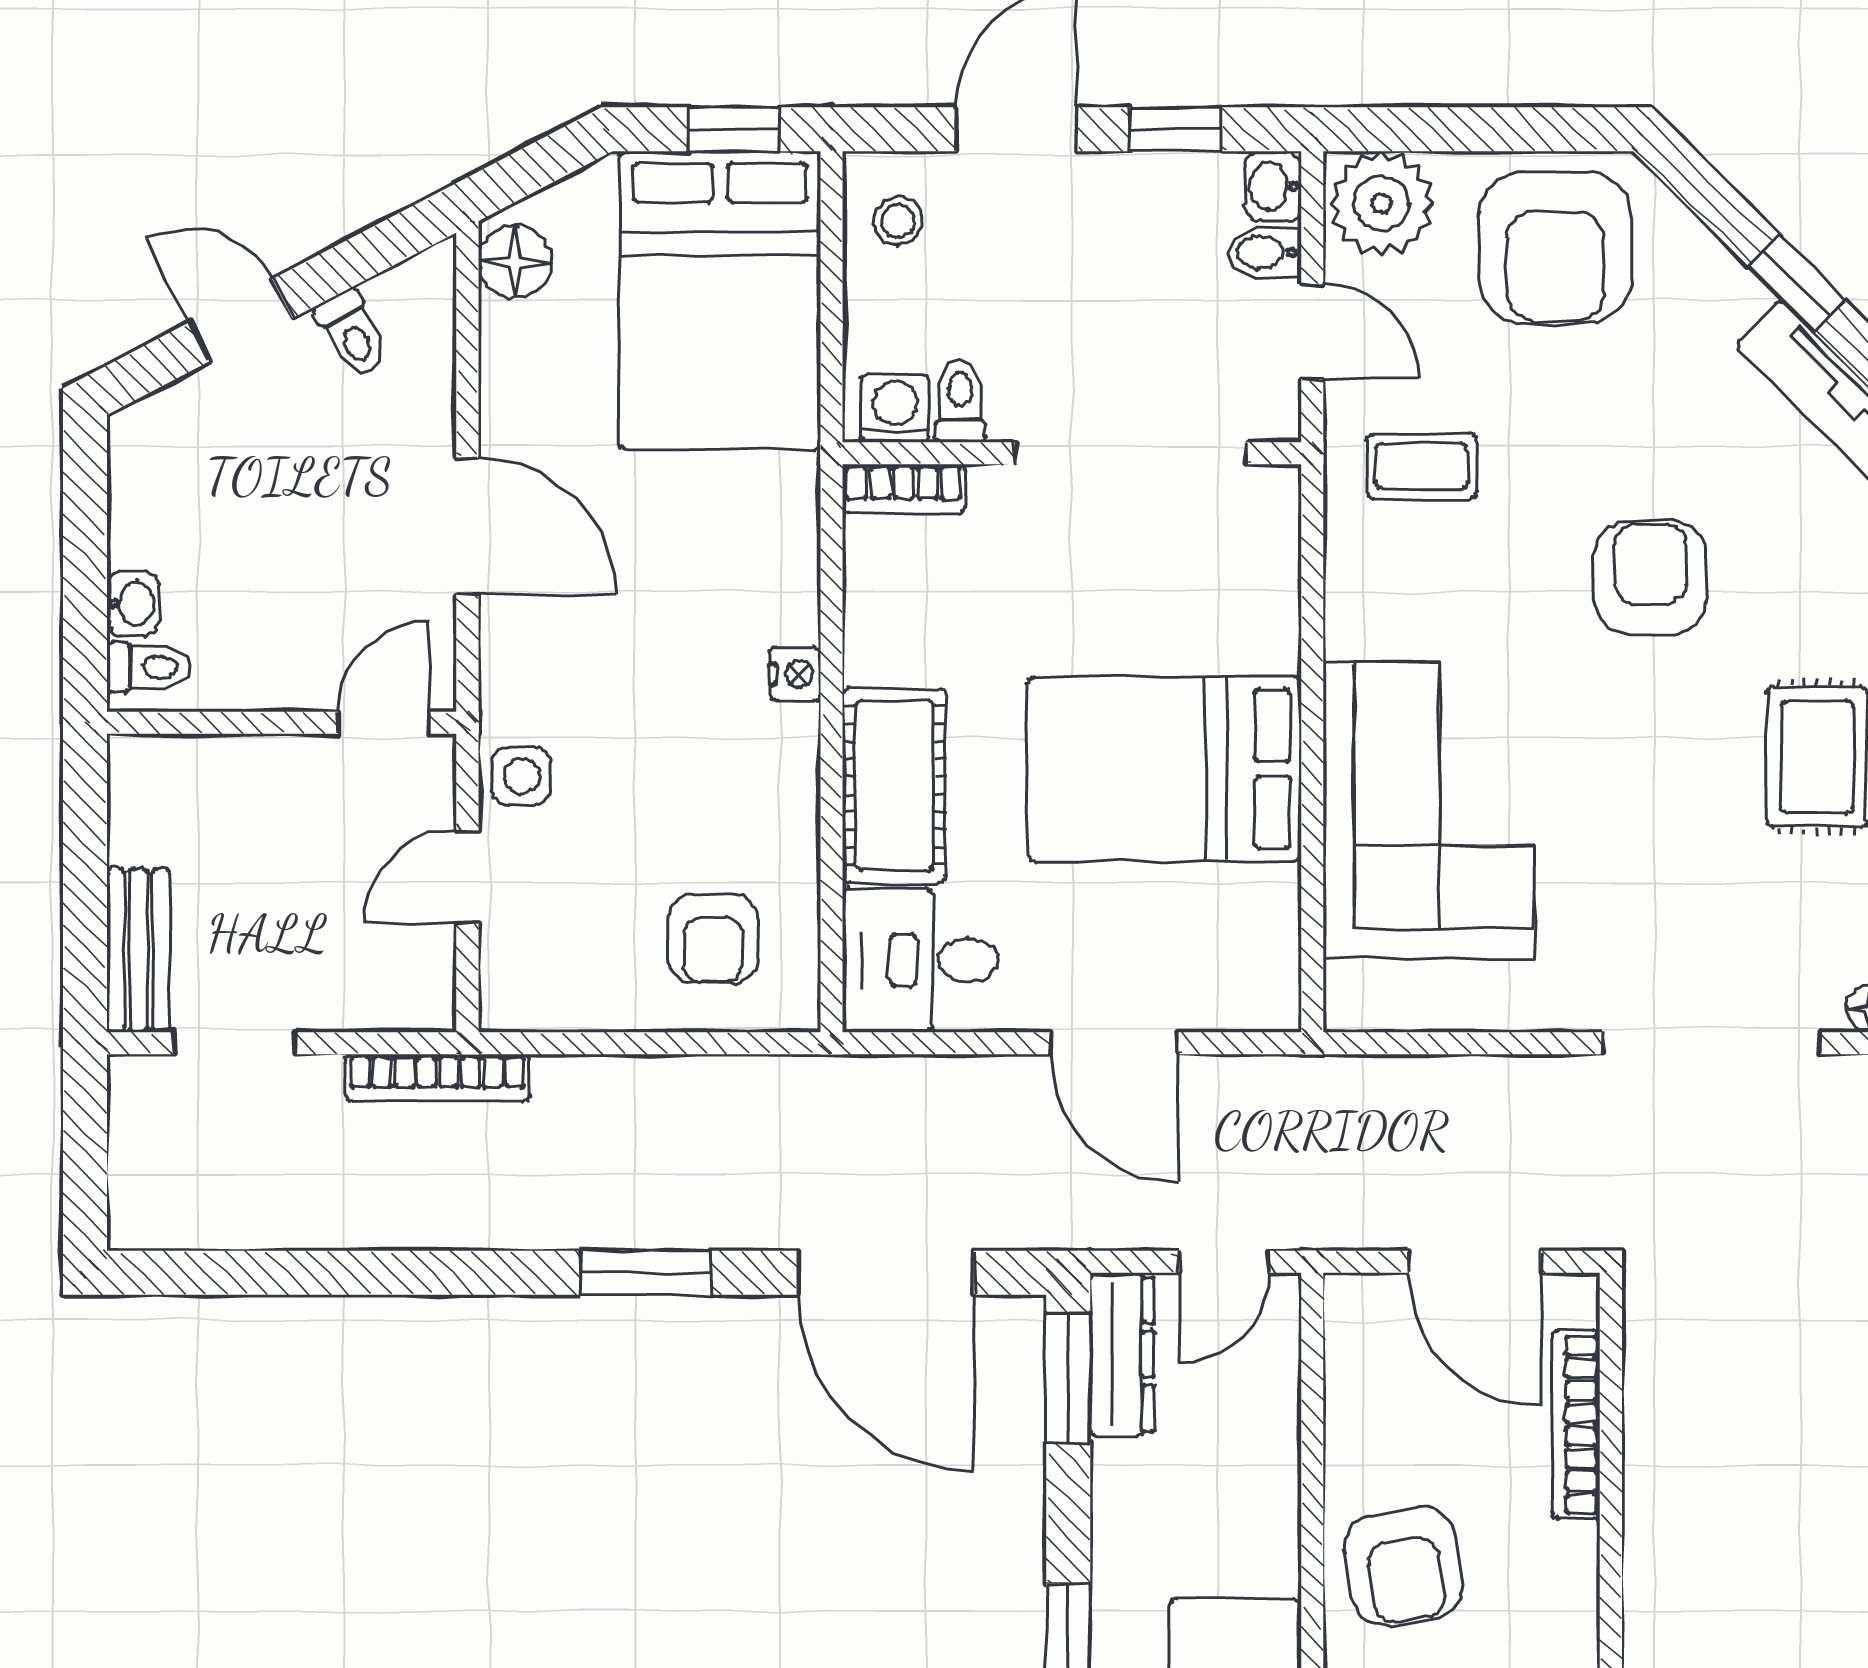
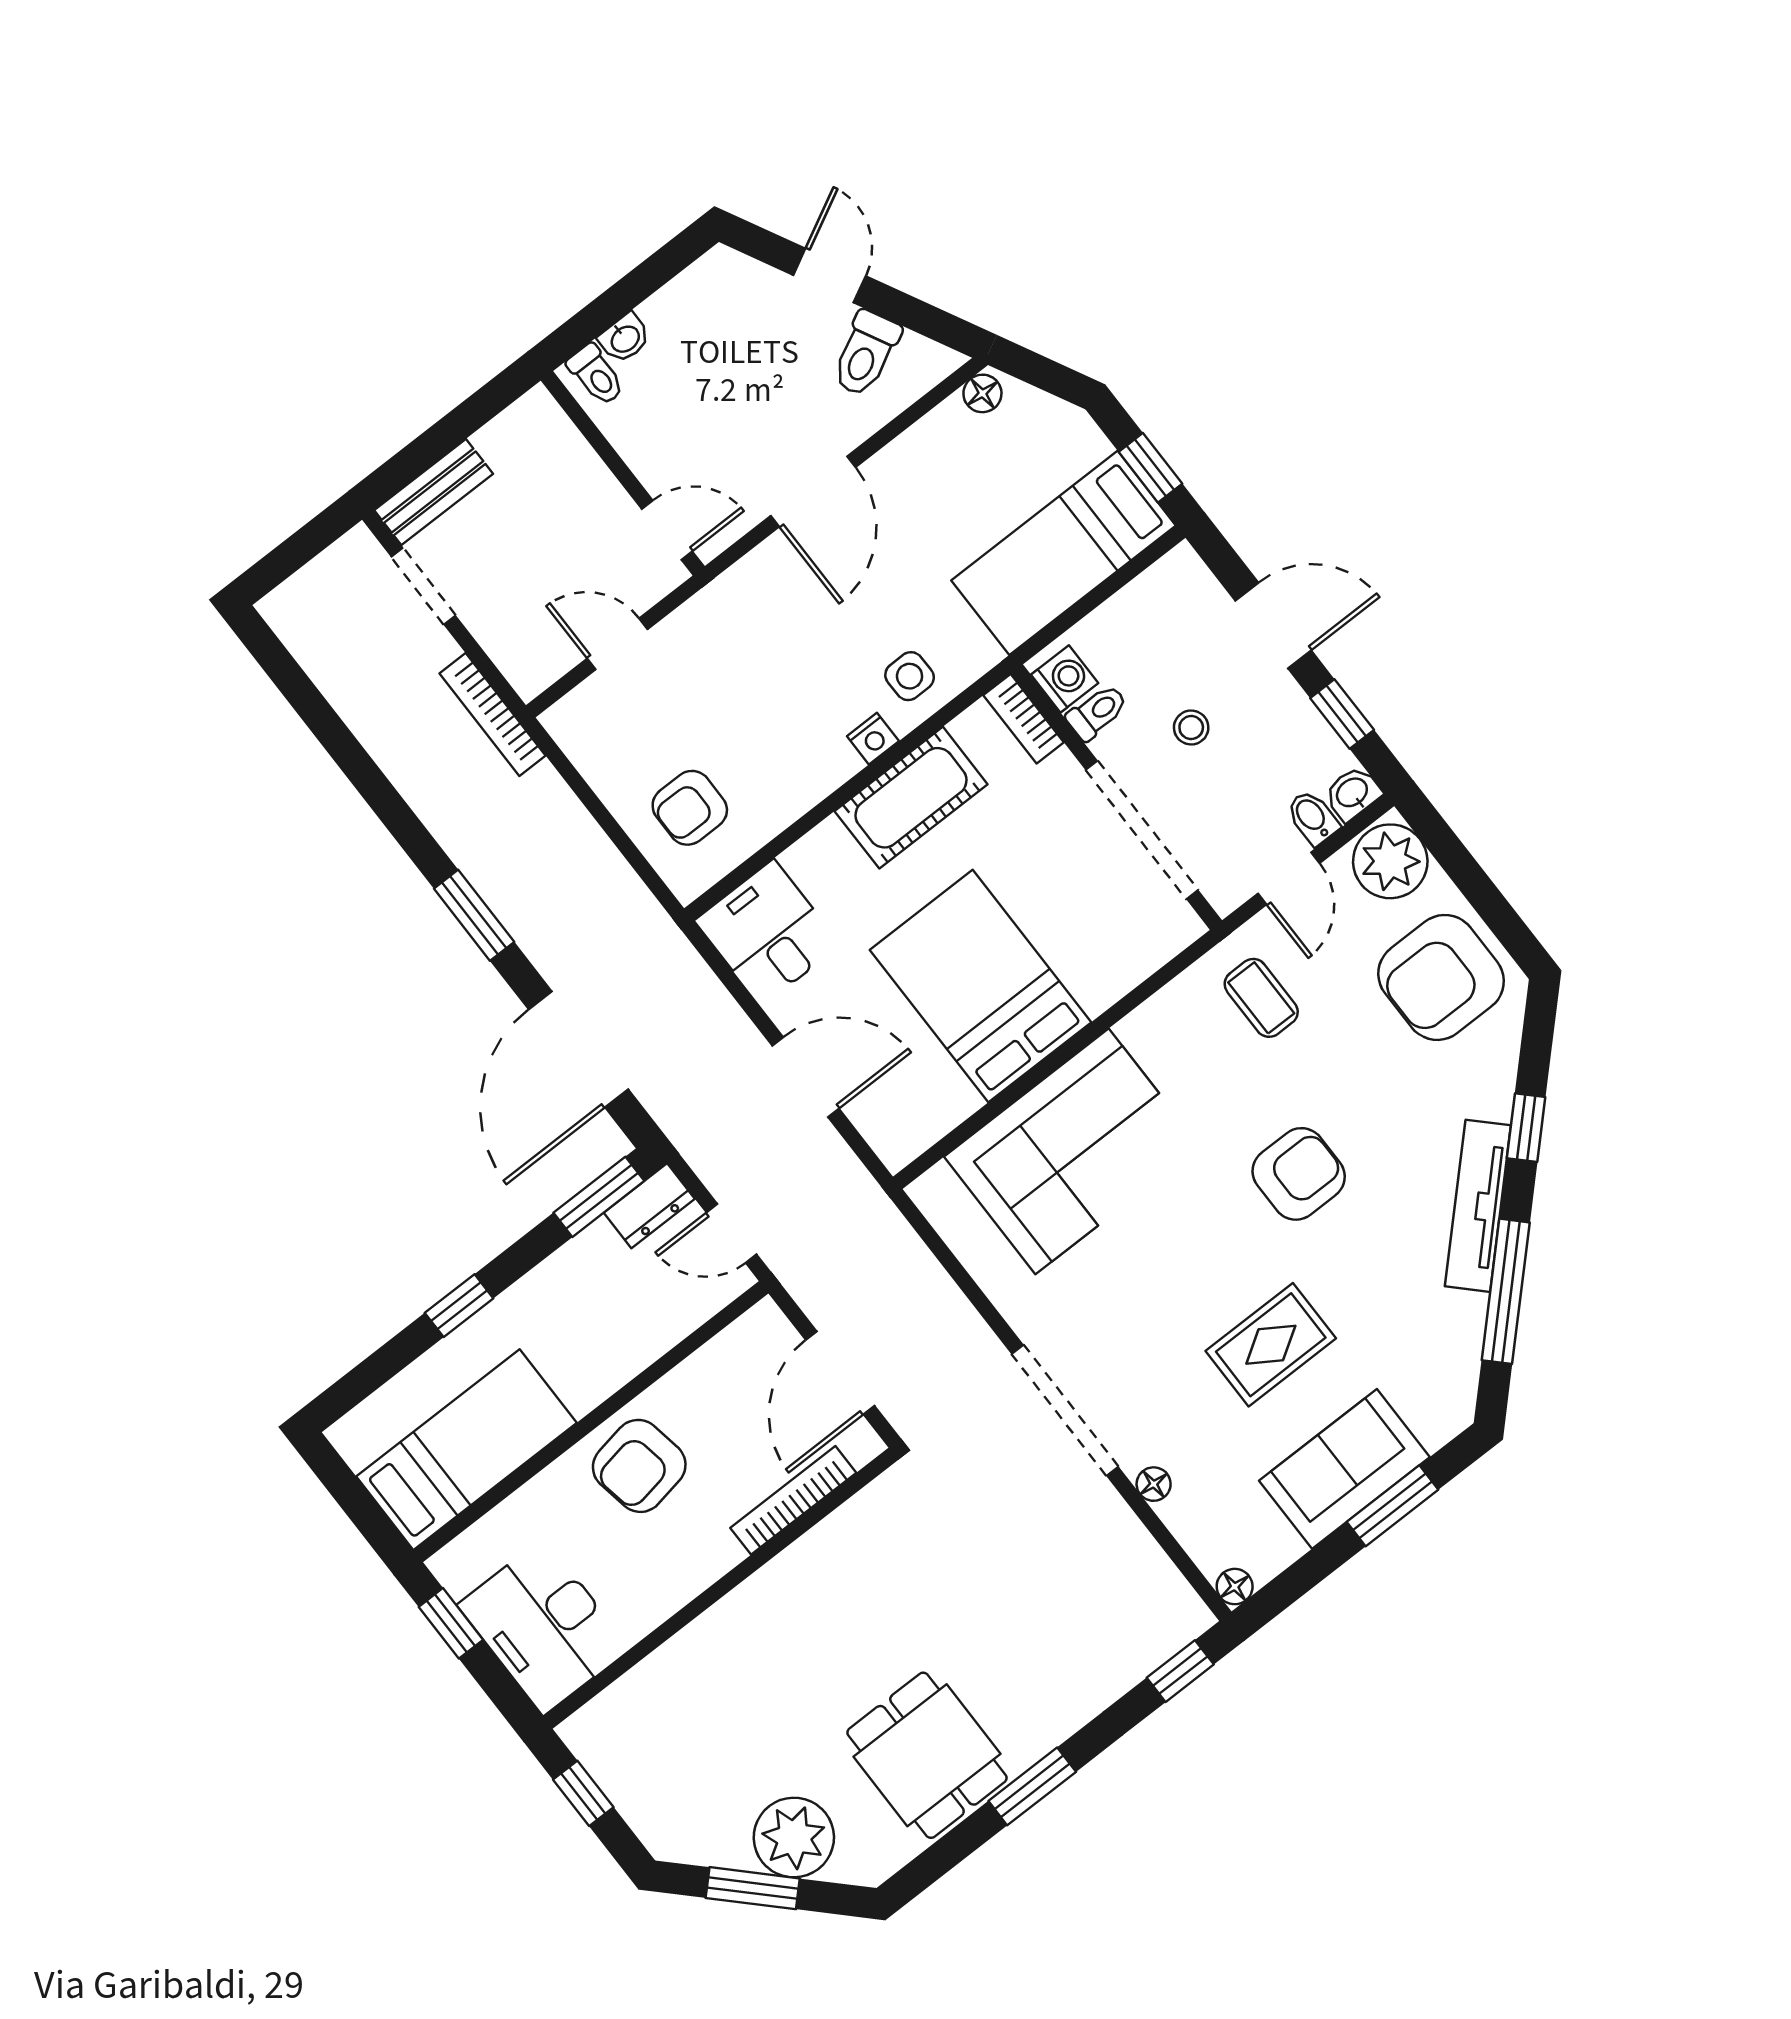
stool: (898, 221) -> (1191, 727), moved
floor lamp: (515, 262) -> (982, 393), width x0.73, depth x0.73
bed: (720, 300) -> (1064, 553), width x0.67
toilet: (352, 334) -> (866, 354), width x1.37, depth x1.39
side table: (522, 776) -> (910, 676), moved
cot: (894, 785) -> (911, 798), moved
door: (1114, 1043) -> (806, 1077), swing flipped
dresser: (1122, 1354) -> (649, 1206), width x0.70

